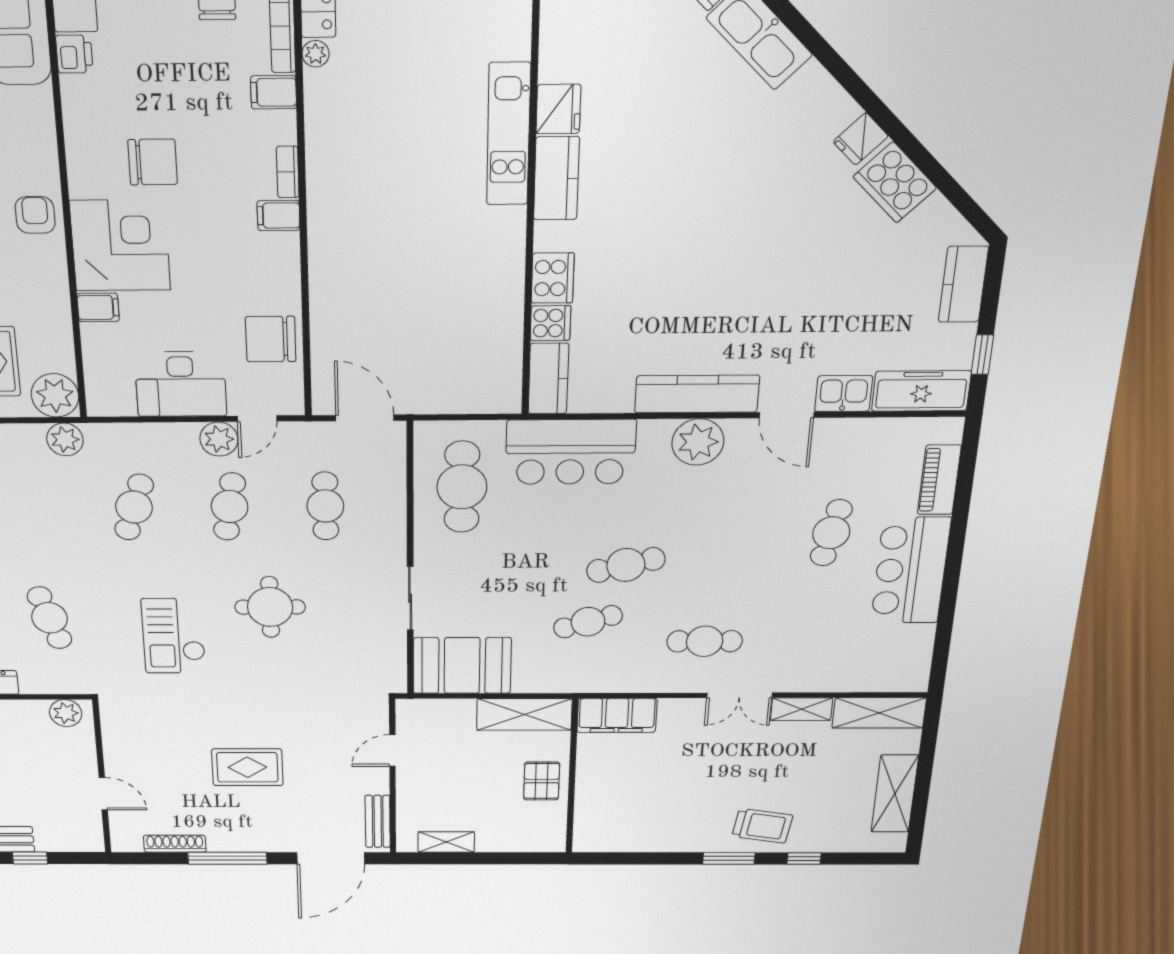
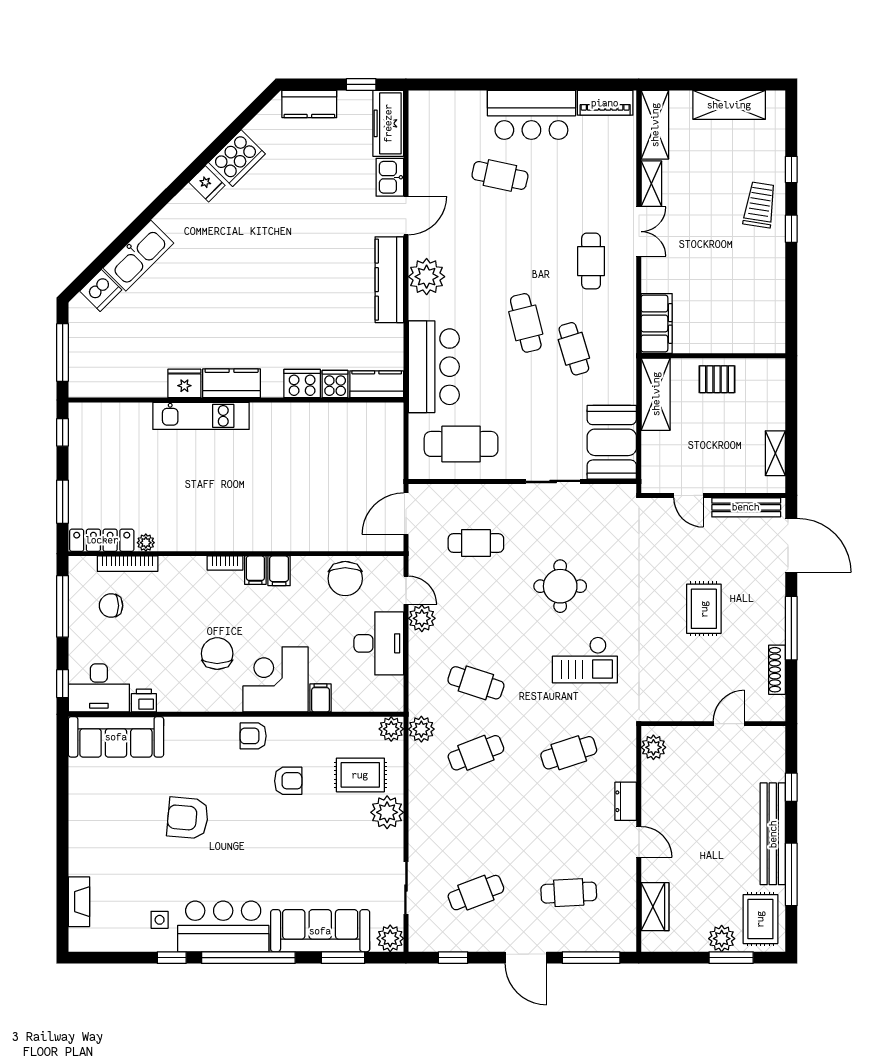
filing cabinet: (274, 92) -> (279, 571), moved
plant: (55, 395) -> (391, 729), width x0.73, depth x0.73
piano: (939, 480) -> (605, 103), moved
cafe table: (230, 507) -> (476, 753), moved, turned -30
bench: (378, 821) -> (746, 507), width x1.36
window: (729, 858) -> (791, 229), width x0.67

